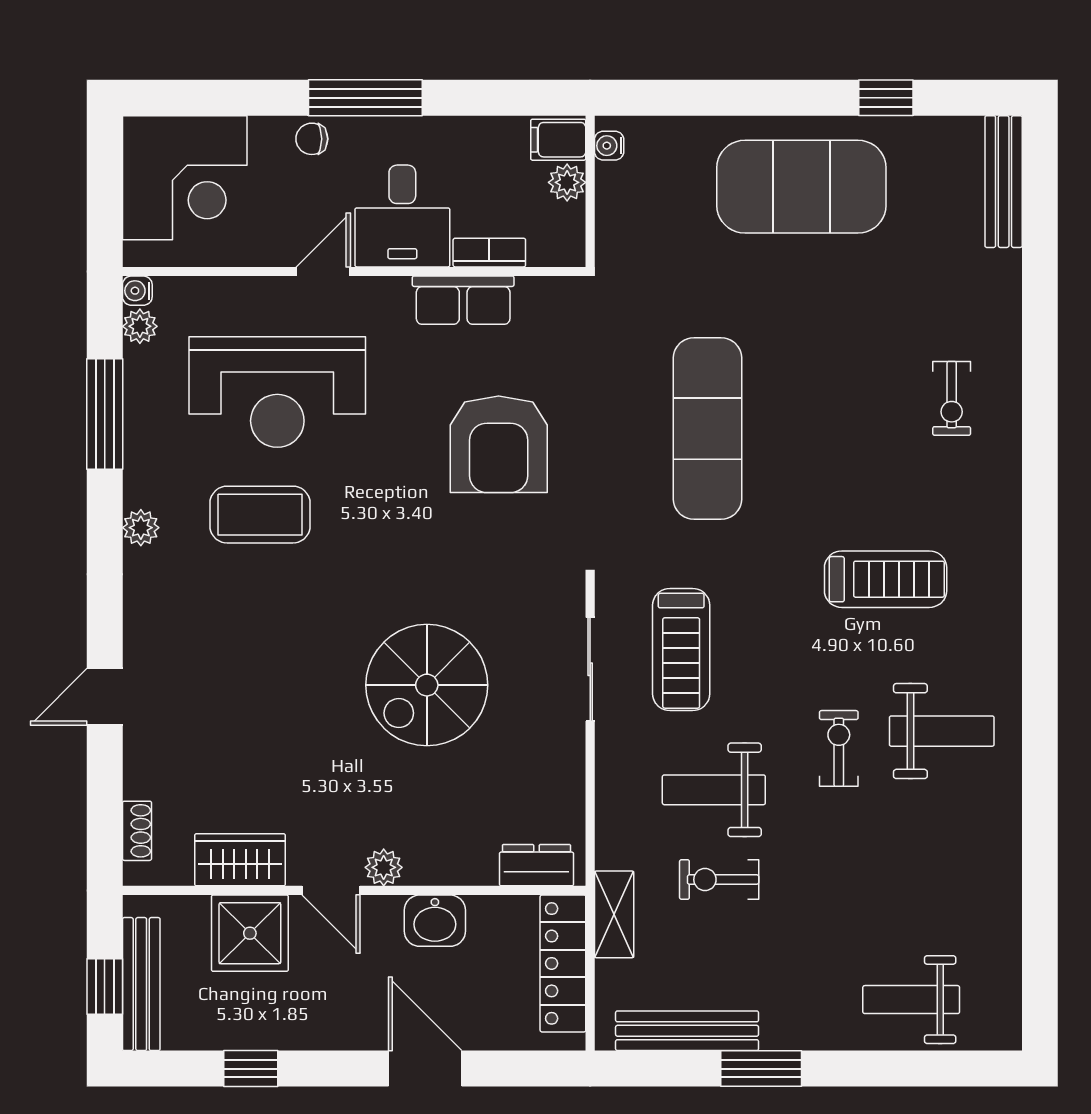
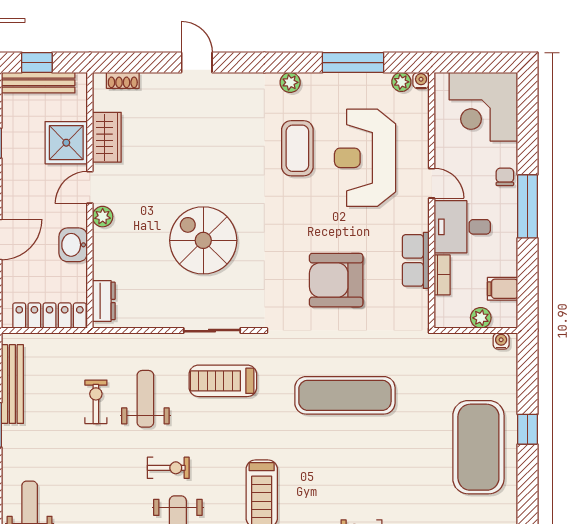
window: (886, 98) -> (528, 429), moved
filing cabinet: (558, 140) -> (503, 289), moved, turned -90
shelving: (614, 914) -> (77, 344), removed

